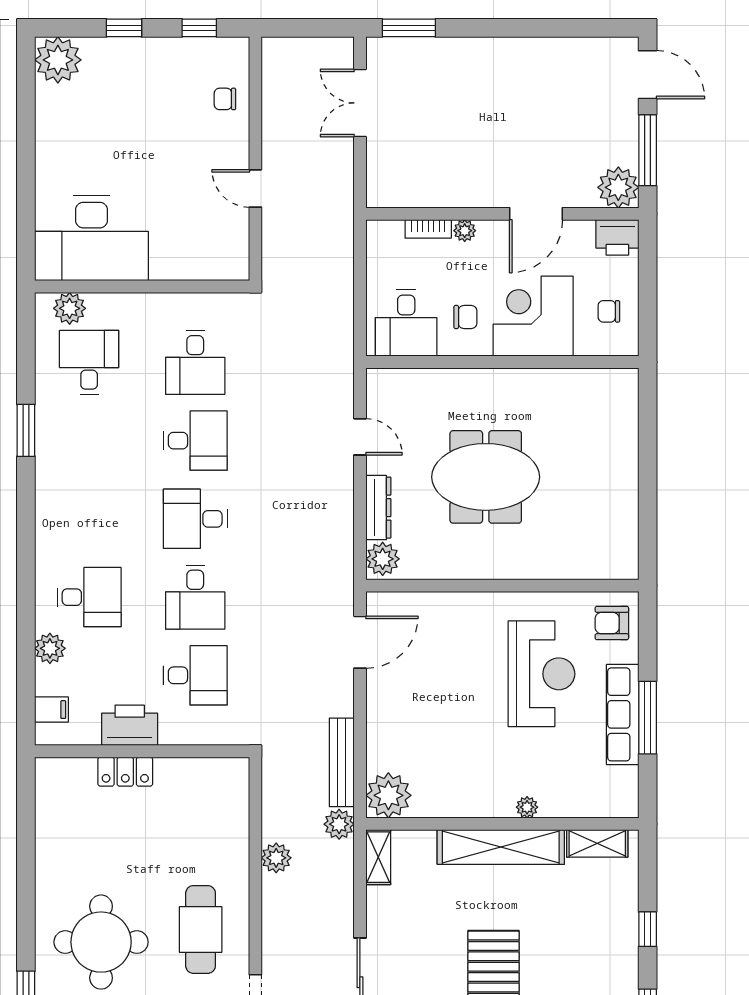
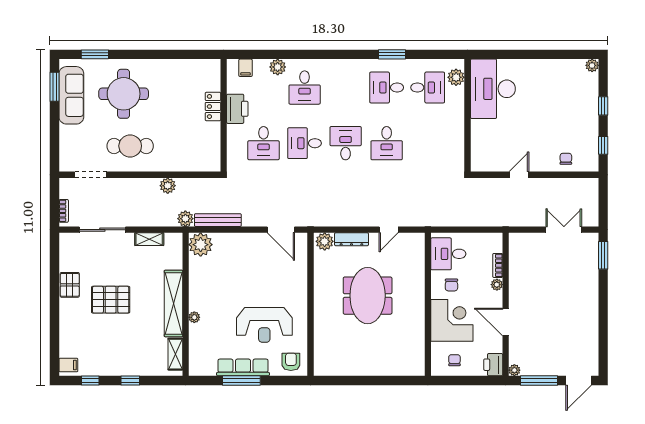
plant: (58, 60) -> (592, 65), width x0.53, depth x0.53
plant: (618, 187) -> (514, 370), width x0.53, depth x0.53
desk: (195, 362) -> (387, 87), moved
shelving: (378, 857) -> (149, 239), moved

